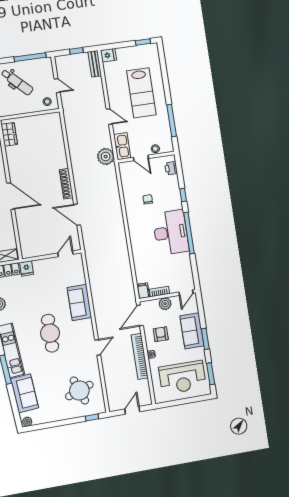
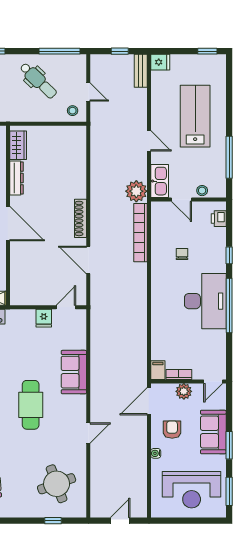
lab bench: (141, 93) -> (195, 116), turned 180
dresser: (12, 160) -> (16, 178), added
fridge: (27, 268) -> (44, 318), moved
bookcase: (140, 356) -> (140, 233), moved
window: (92, 417) -> (53, 521), moved

